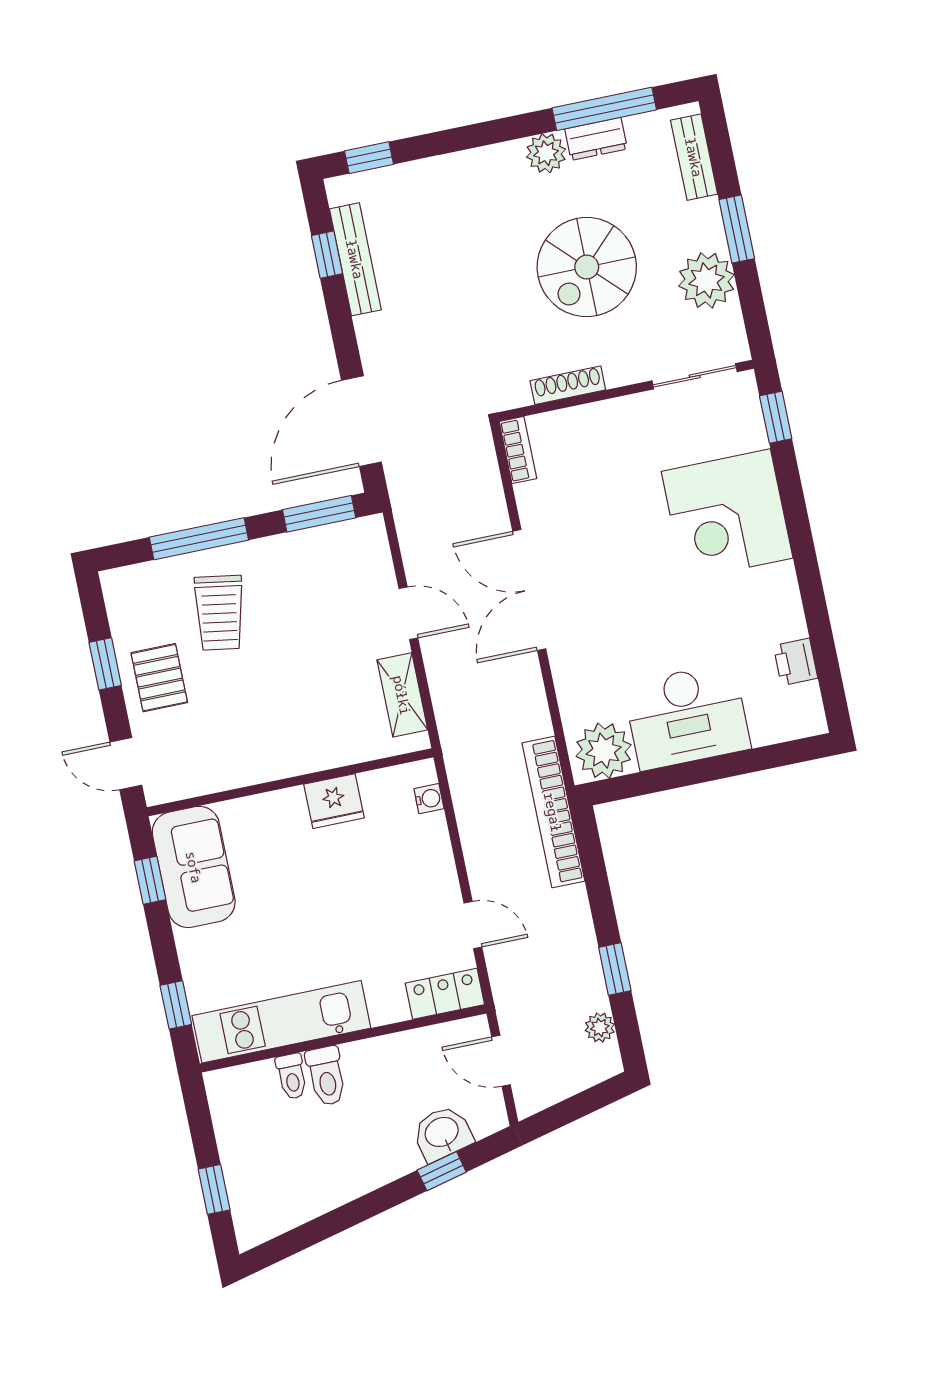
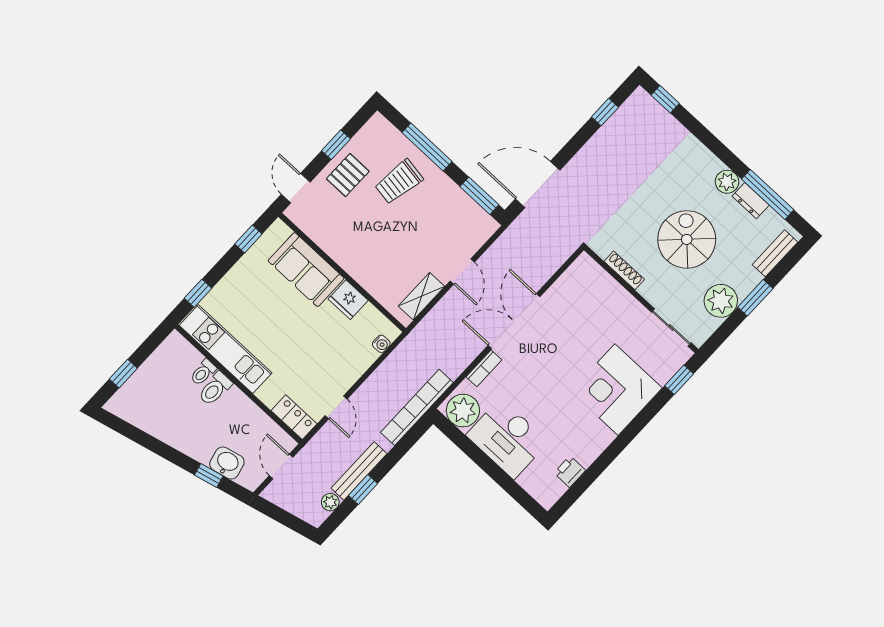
bench: (355, 259) -> (359, 471), moved
spiral stairs: (587, 267) -> (687, 239), turned 90
bookcase: (518, 450) -> (484, 368), moved
sofa: (194, 867) -> (306, 270), moved, turned 90

